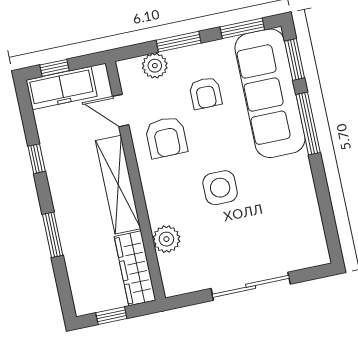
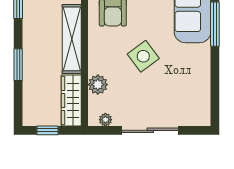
side table: (220, 188) -> (143, 56), turned -37
plant: (187, 285) -> (105, 120), added

